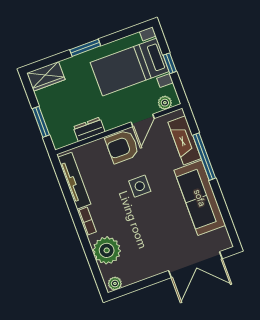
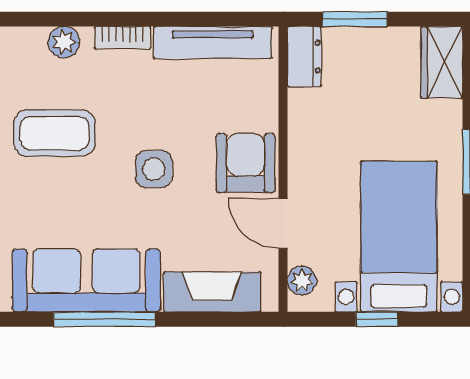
dresser: (89, 129) -> (304, 57), moved
window: (204, 157) -> (104, 319), moved
coffee table: (140, 236) -> (55, 133), added
plant: (107, 250) -> (64, 42), width x0.53, depth x0.53

